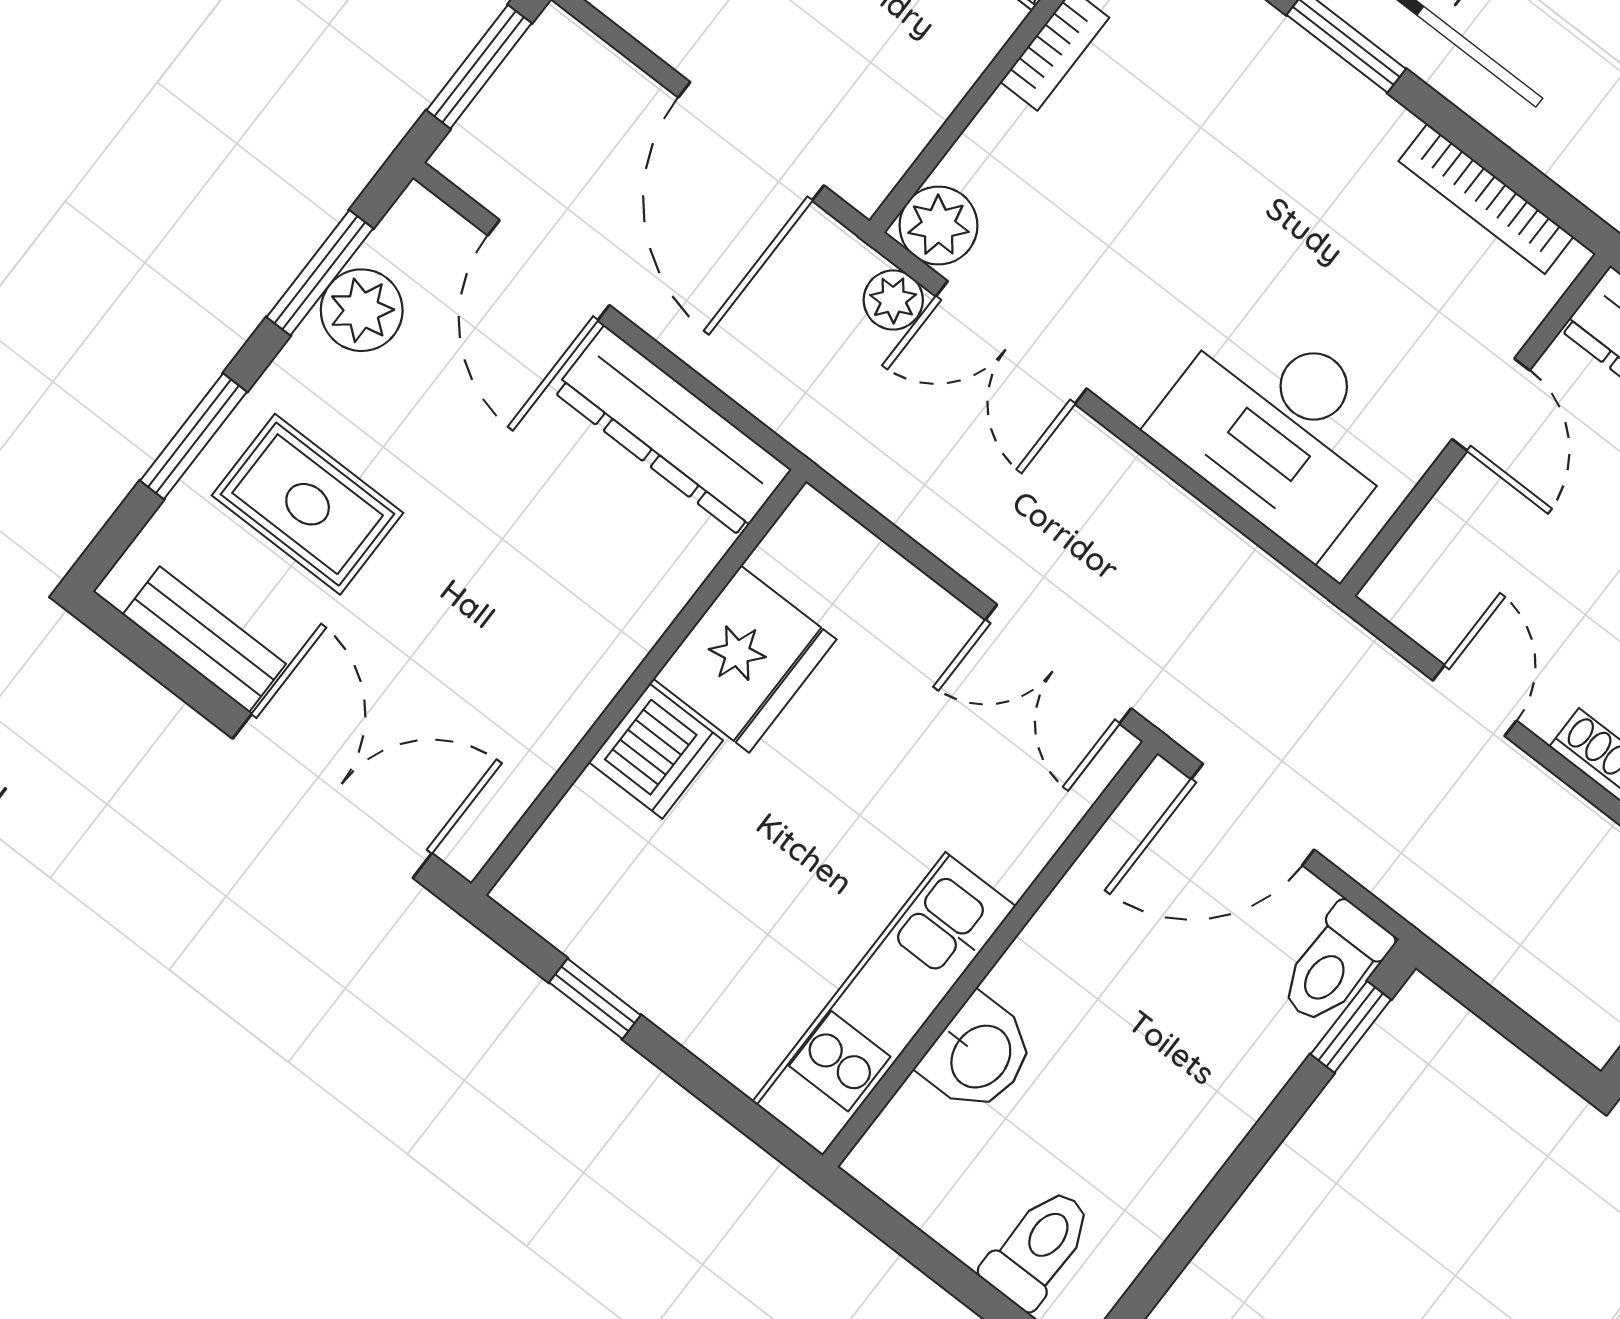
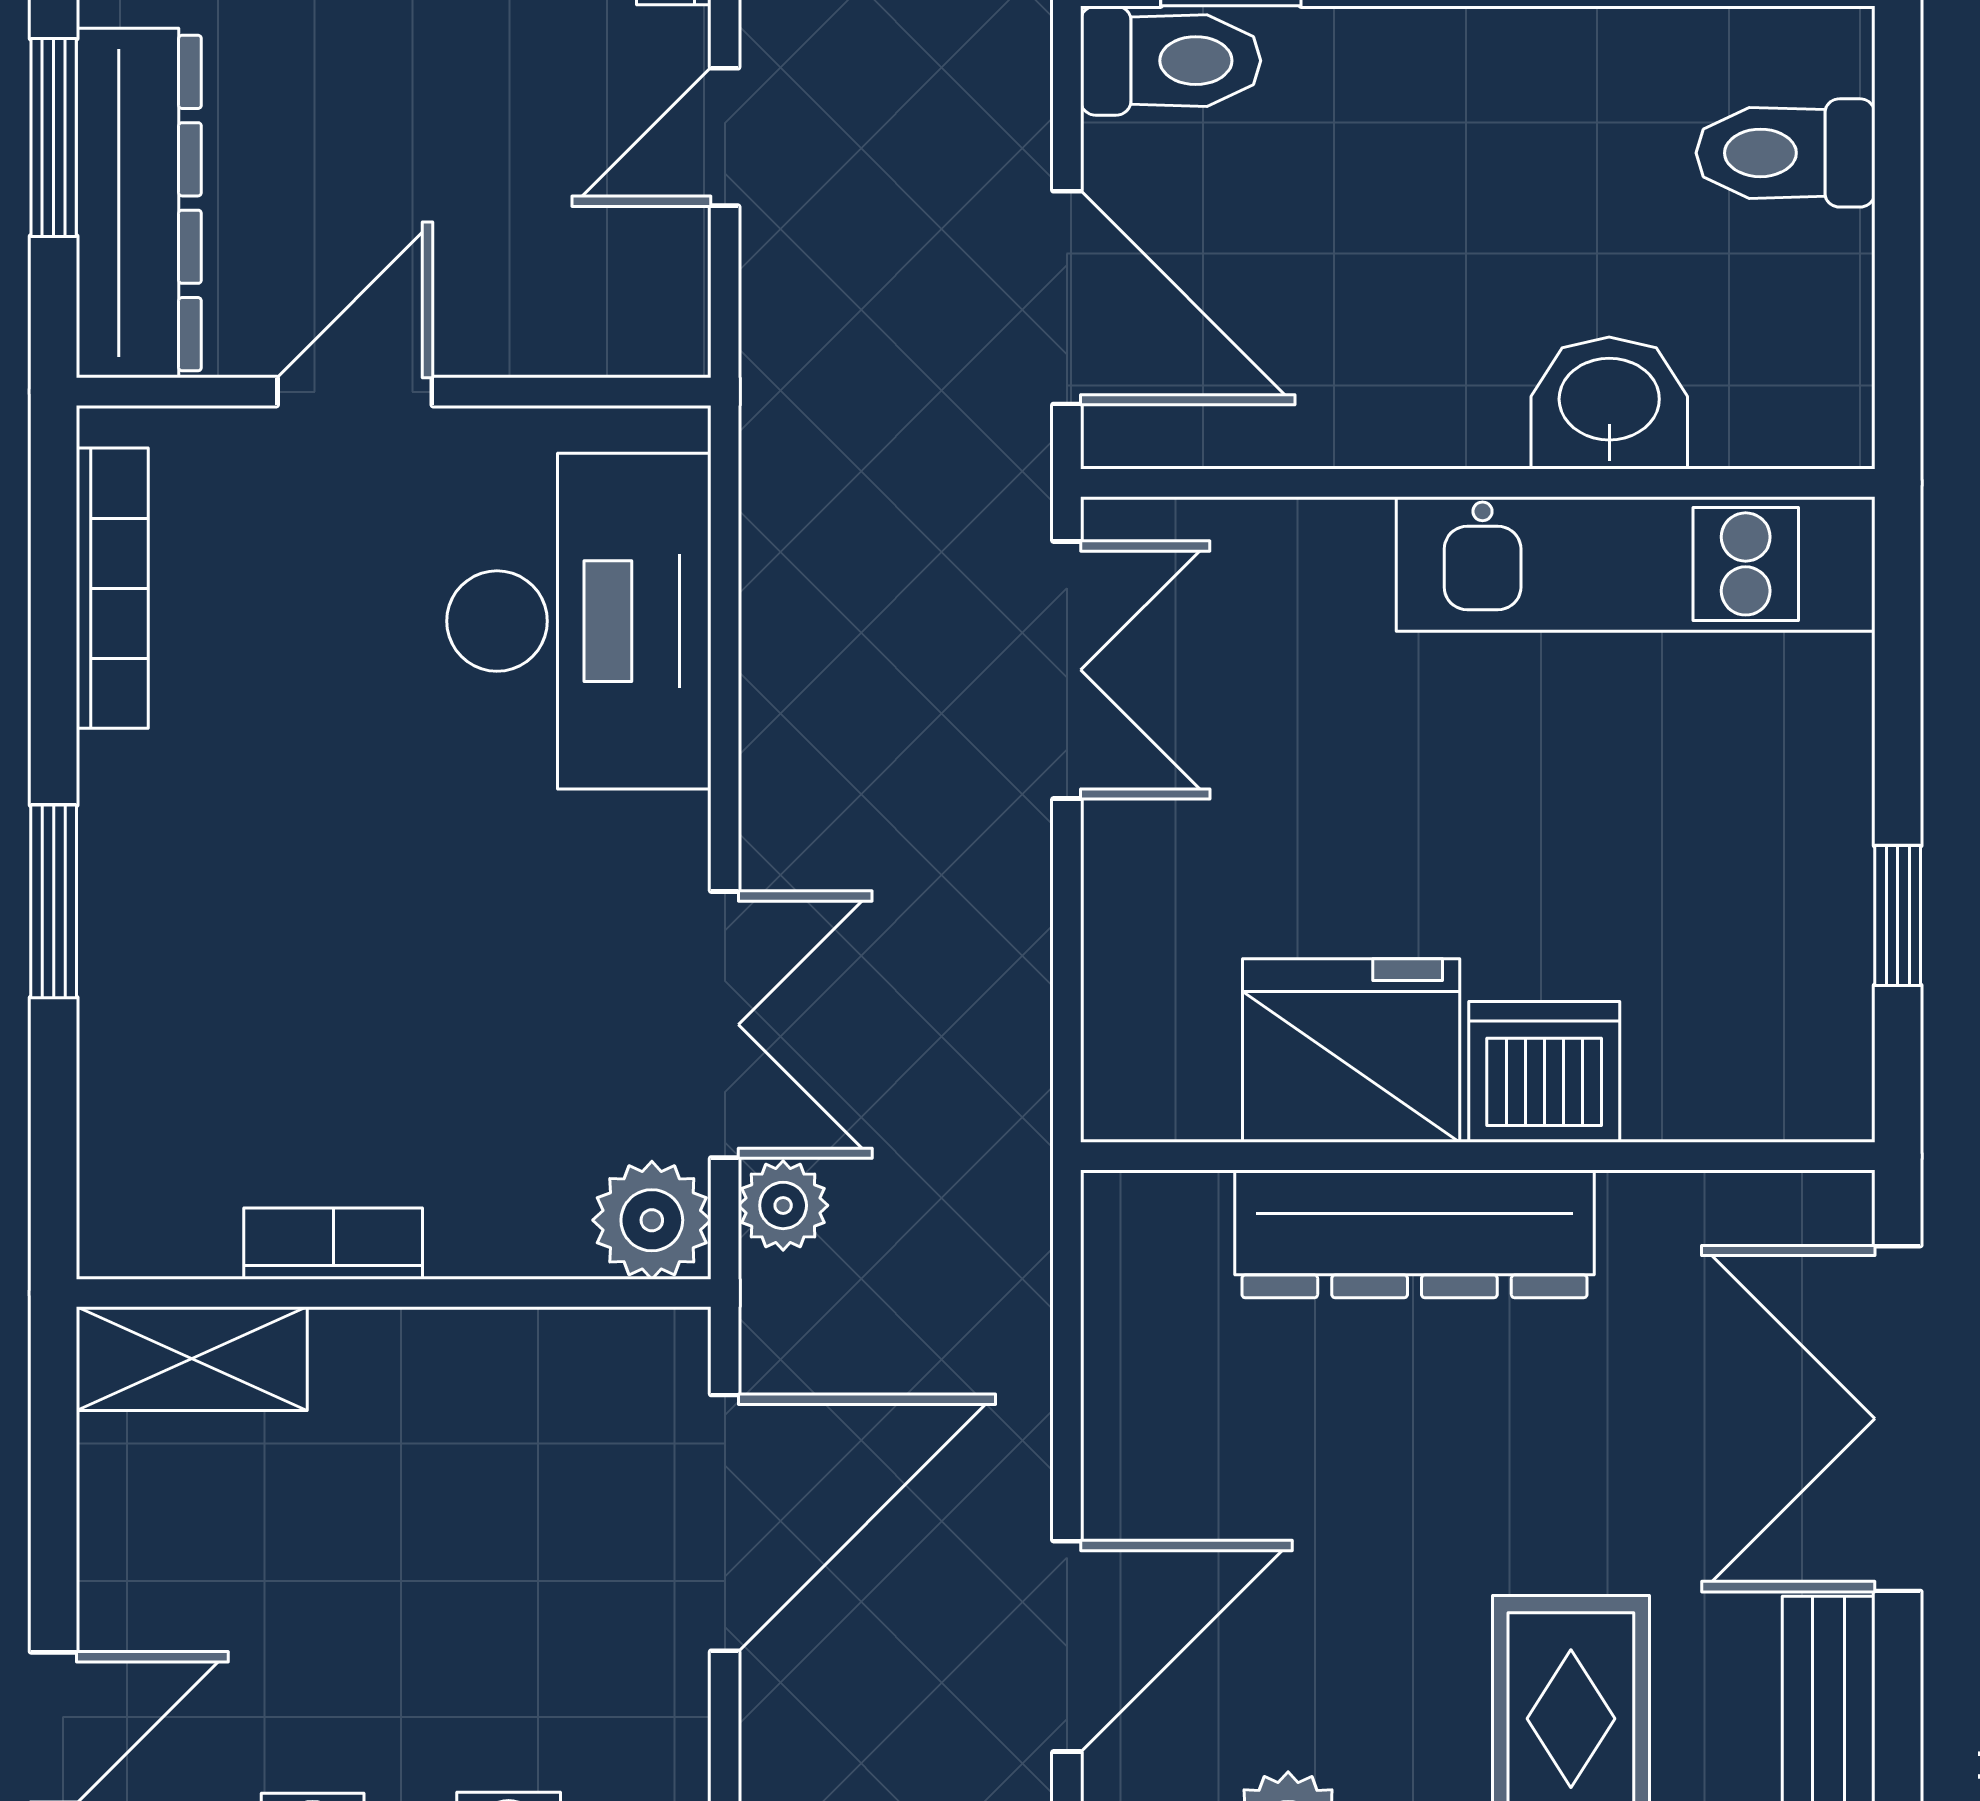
dresser: (672, 431) -> (1414, 1234), moved, turned 90

